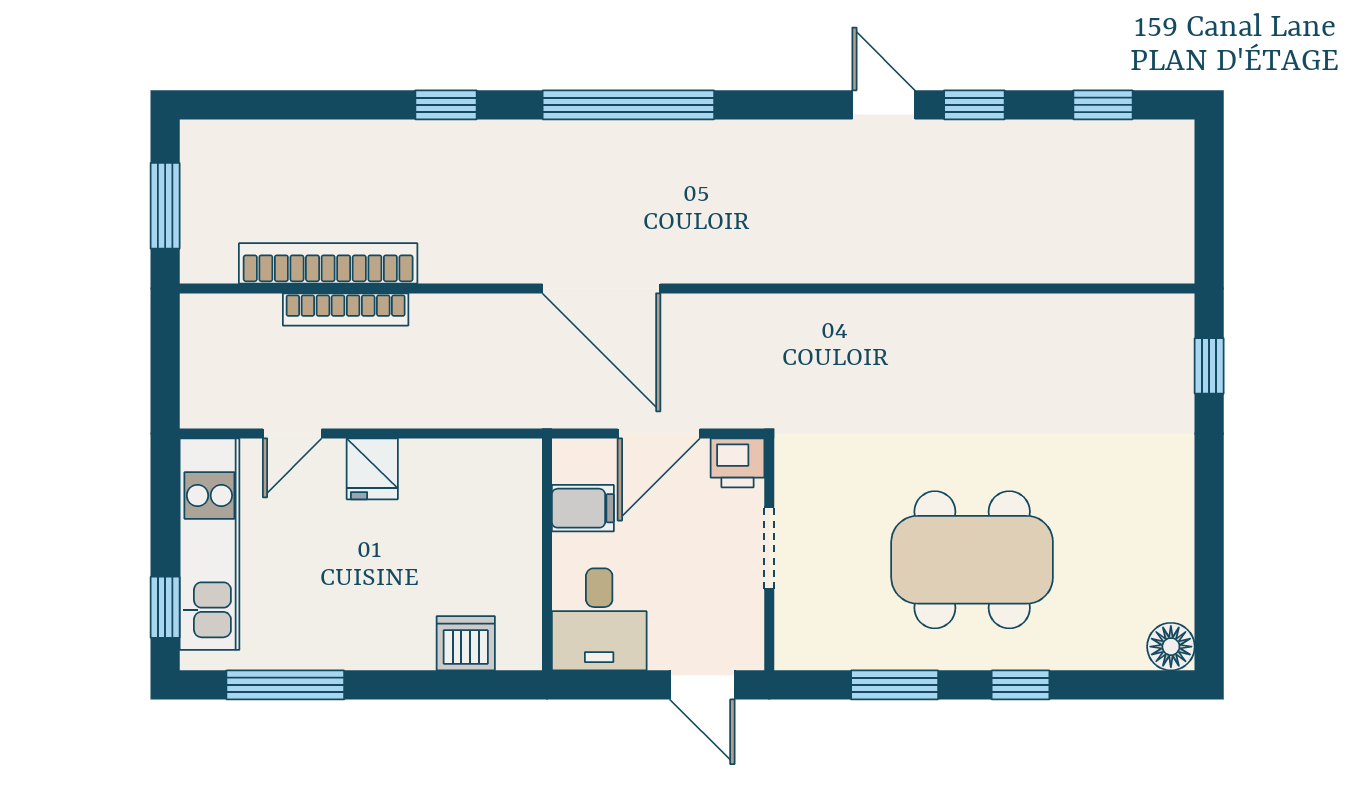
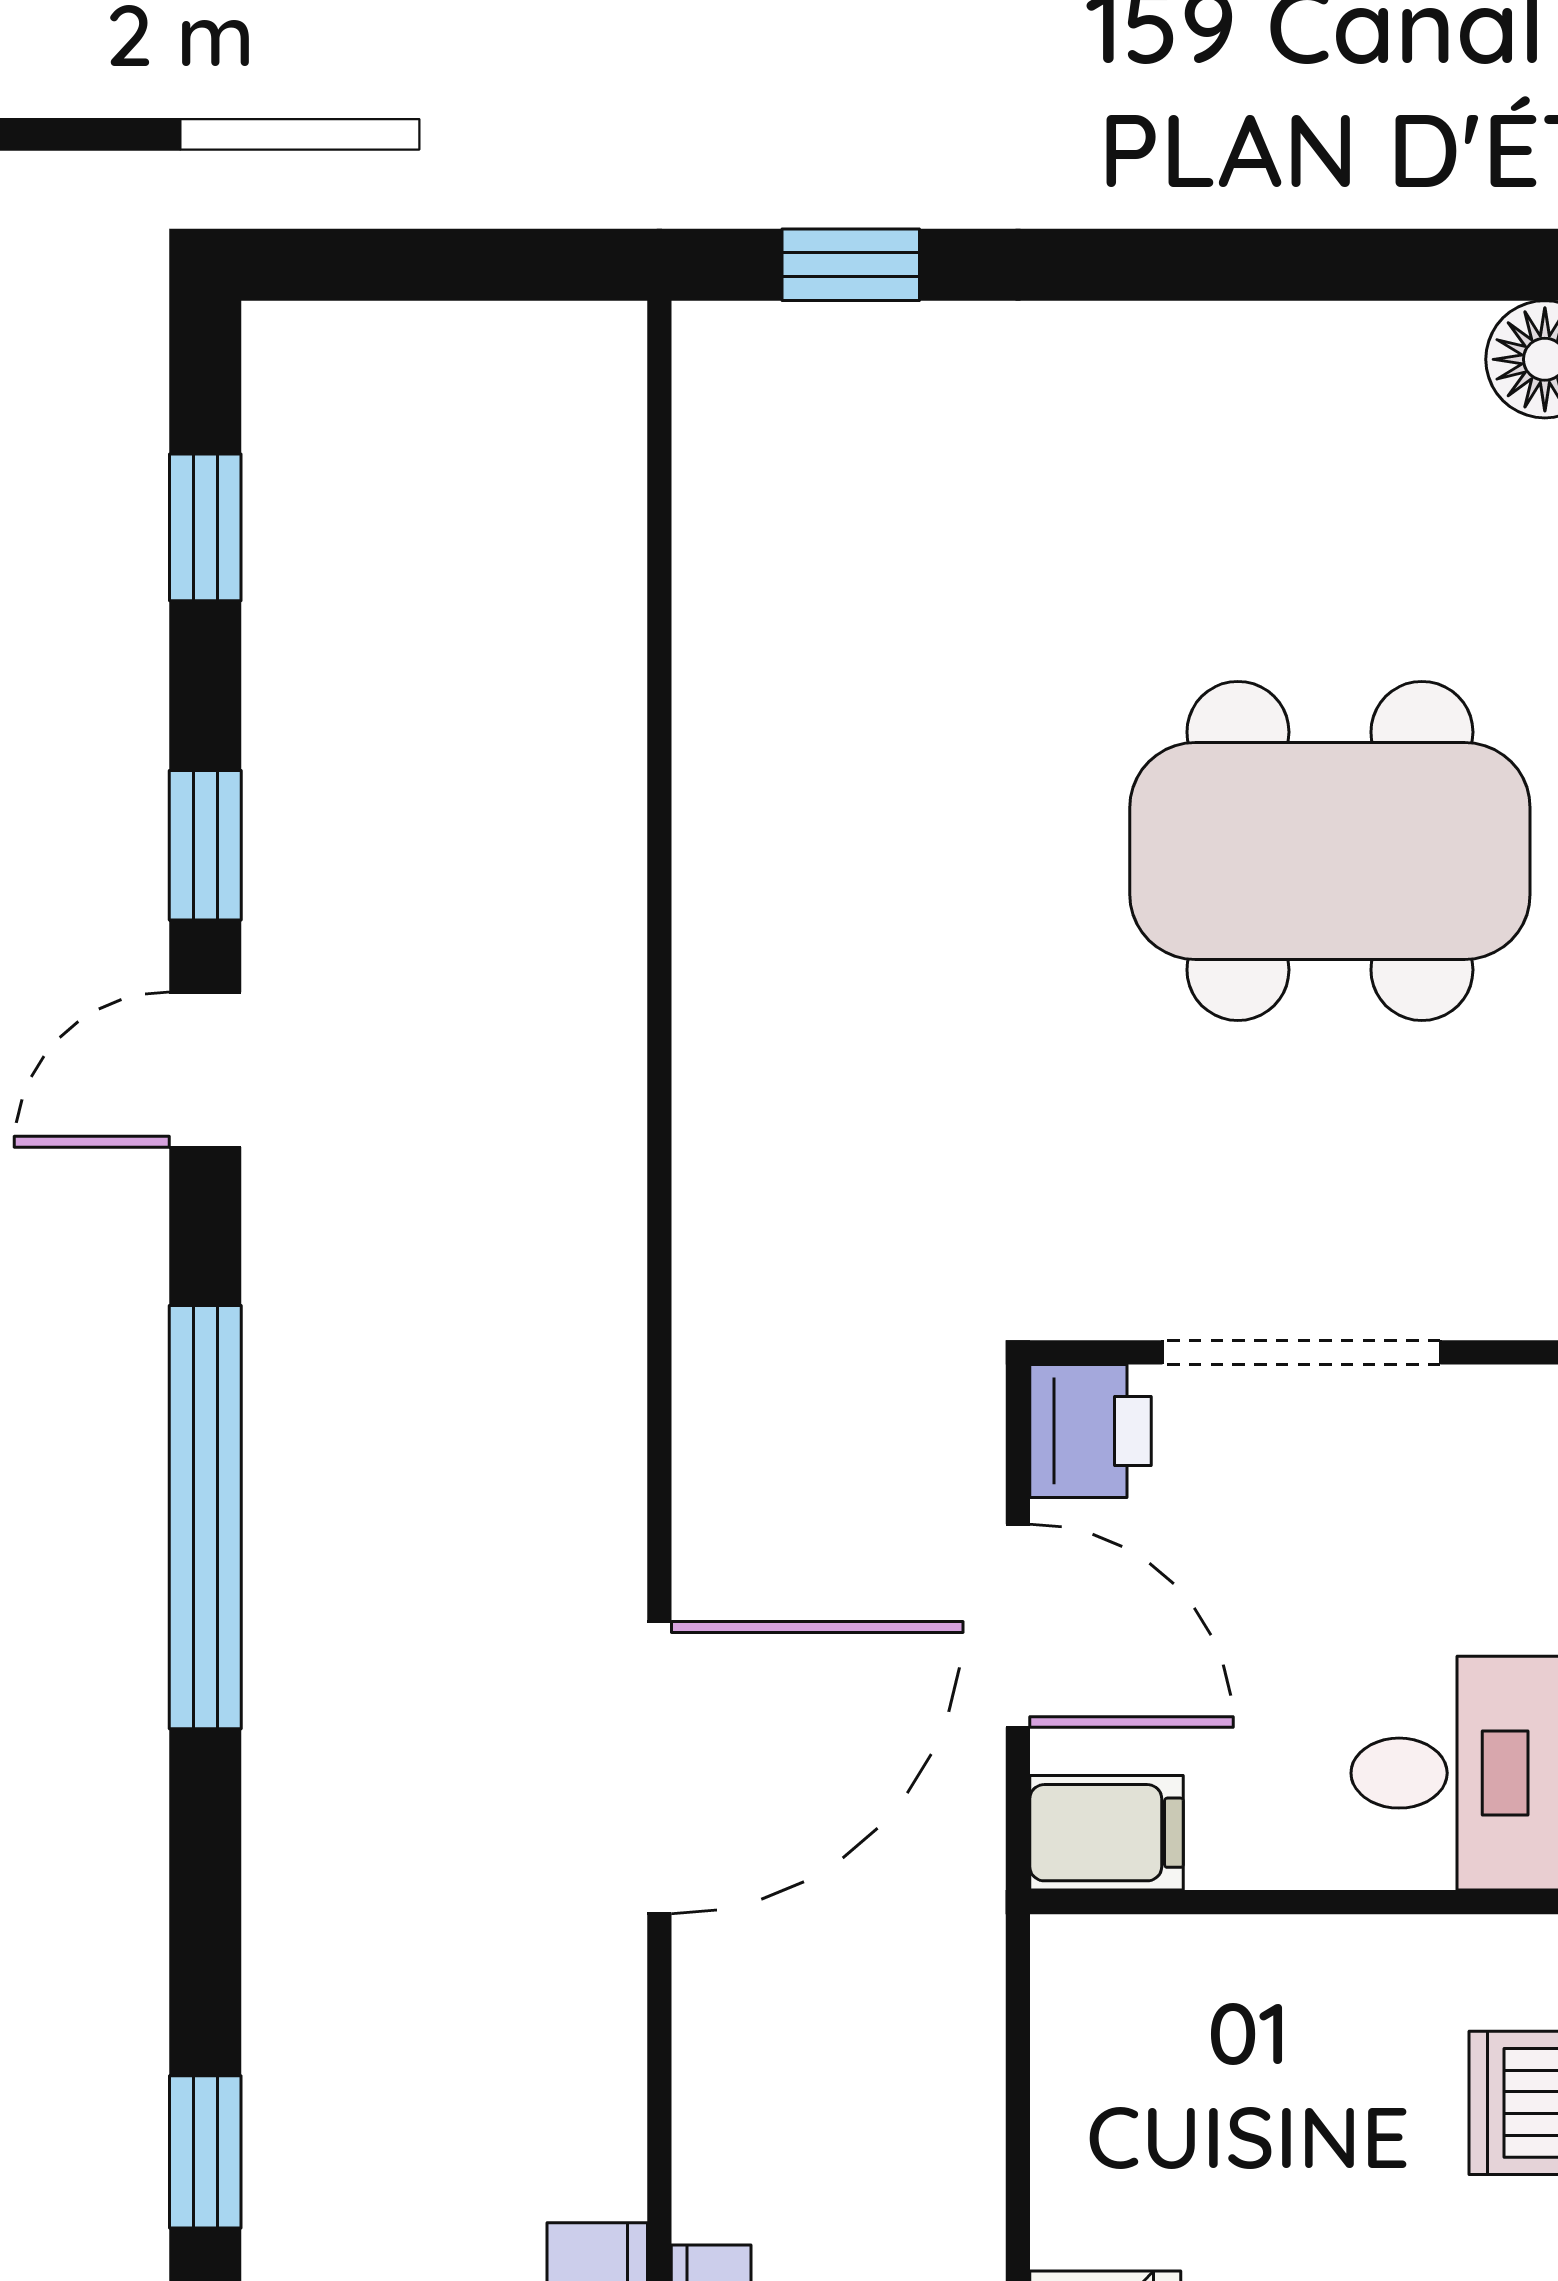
window: (628, 105) -> (205, 1517), moved
filing cabinet: (583, 508) -> (1106, 1833), moved, turned 90
doorway: (769, 548) -> (1301, 1352), width x1.38
dining table: (972, 560) -> (1330, 851), turned 90

